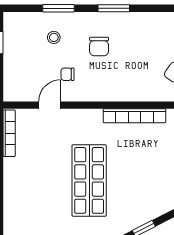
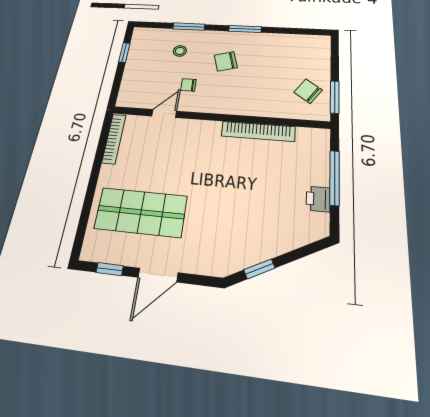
chair: (99, 46) -> (226, 61), turned 74
shop shelf: (89, 180) -> (141, 212), moved, turned 90

